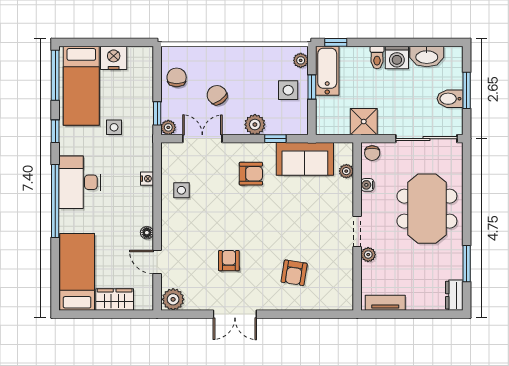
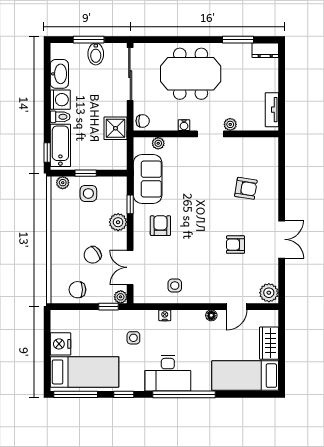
bathtub: (327, 71) -> (60, 145), moved, turned 90
side table: (114, 127) -> (133, 338), moved
water cooler: (367, 185) -> (184, 125), moved

